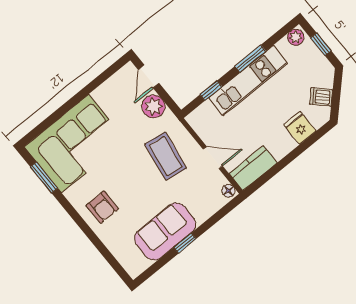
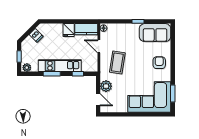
door: (149, 76) -> (98, 100), hinge flipped
fridge: (300, 128) -> (69, 30), moved
sofa: (165, 231) -> (155, 33), moved

